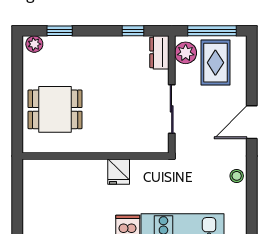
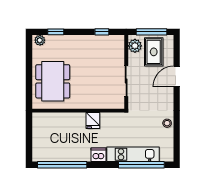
dresser: (159, 52) -> (118, 45), removed
dining table: (55, 109) -> (53, 81), width x1.38
door: (252, 122) -> (177, 77), moved

